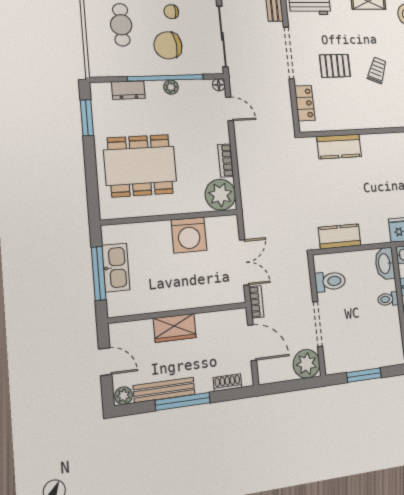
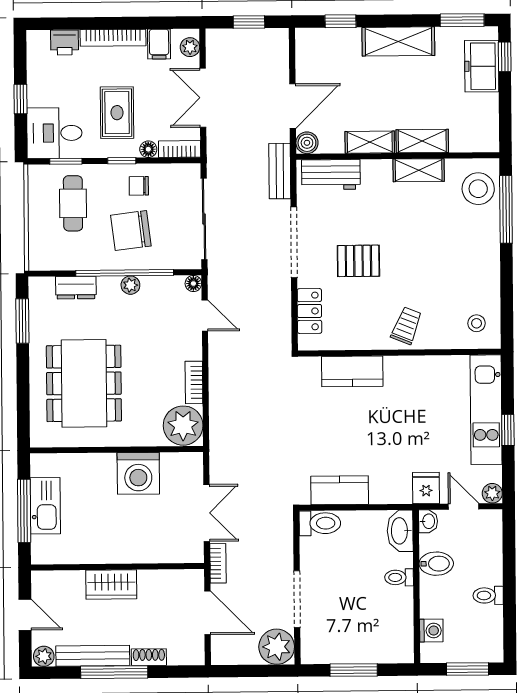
trolley: (377, 70) -> (406, 326), moved
dining table: (140, 166) -> (84, 383), turned 90
toilet: (330, 281) -> (320, 523), moved
shoe rack: (227, 383) -> (149, 657), moved

